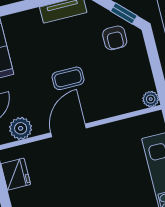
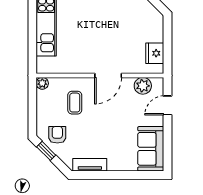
coffee table: (68, 78) -> (75, 103), moved, turned 90

